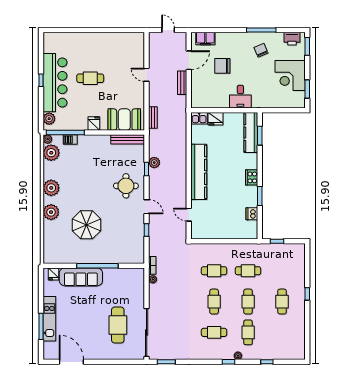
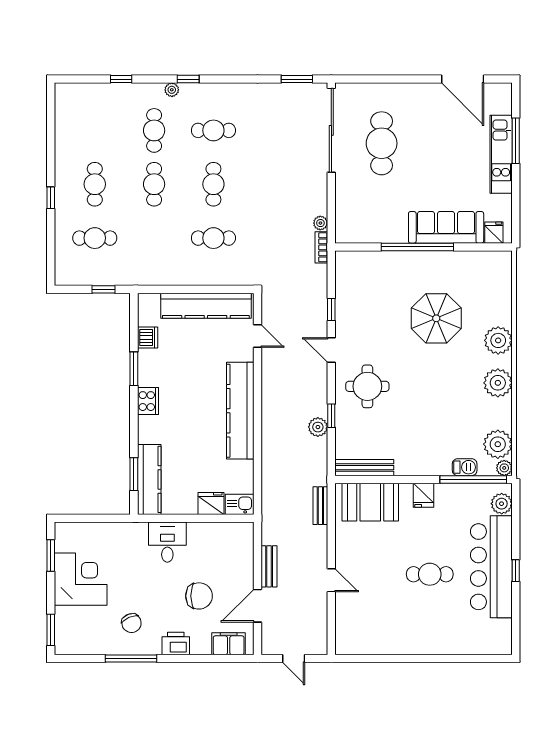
printer: (292, 39) -> (176, 643), moved
kitchen counter: (218, 232) -> (206, 306), added
cafe table: (248, 271) -> (95, 238), moved

